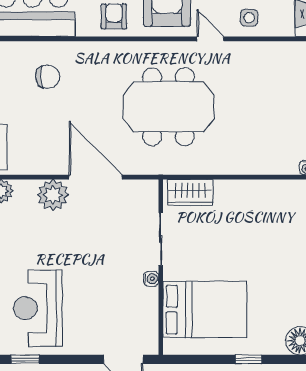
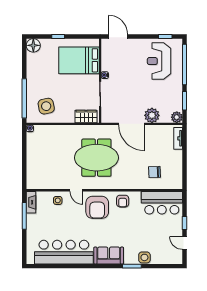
side table: (273, 214) -> (46, 106), added
reception desk: (38, 308) -> (159, 61), turned 180

